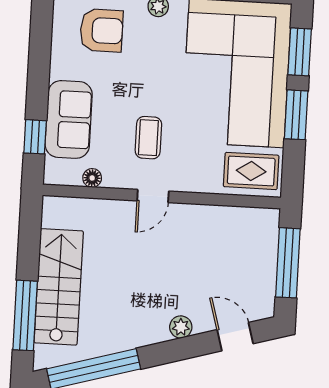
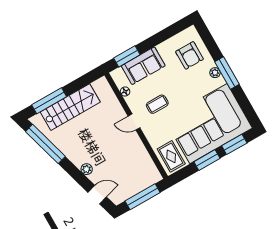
window: (35, 137) -> (127, 56), width x1.50
door: (235, 337) -> (97, 195), hinge flipped

